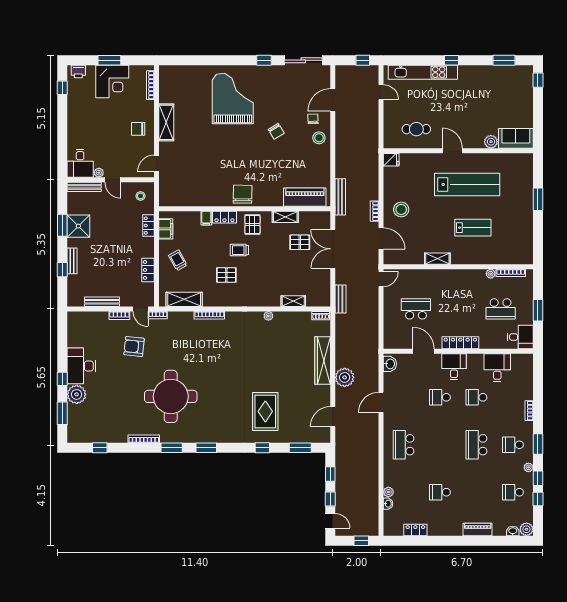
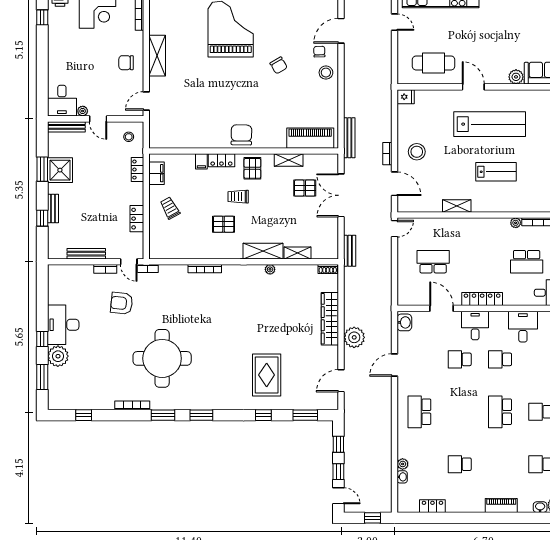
cafe table: (416, 129) -> (434, 63), width x1.37, depth x1.35
shelving: (184, 299) -> (263, 251), moved

